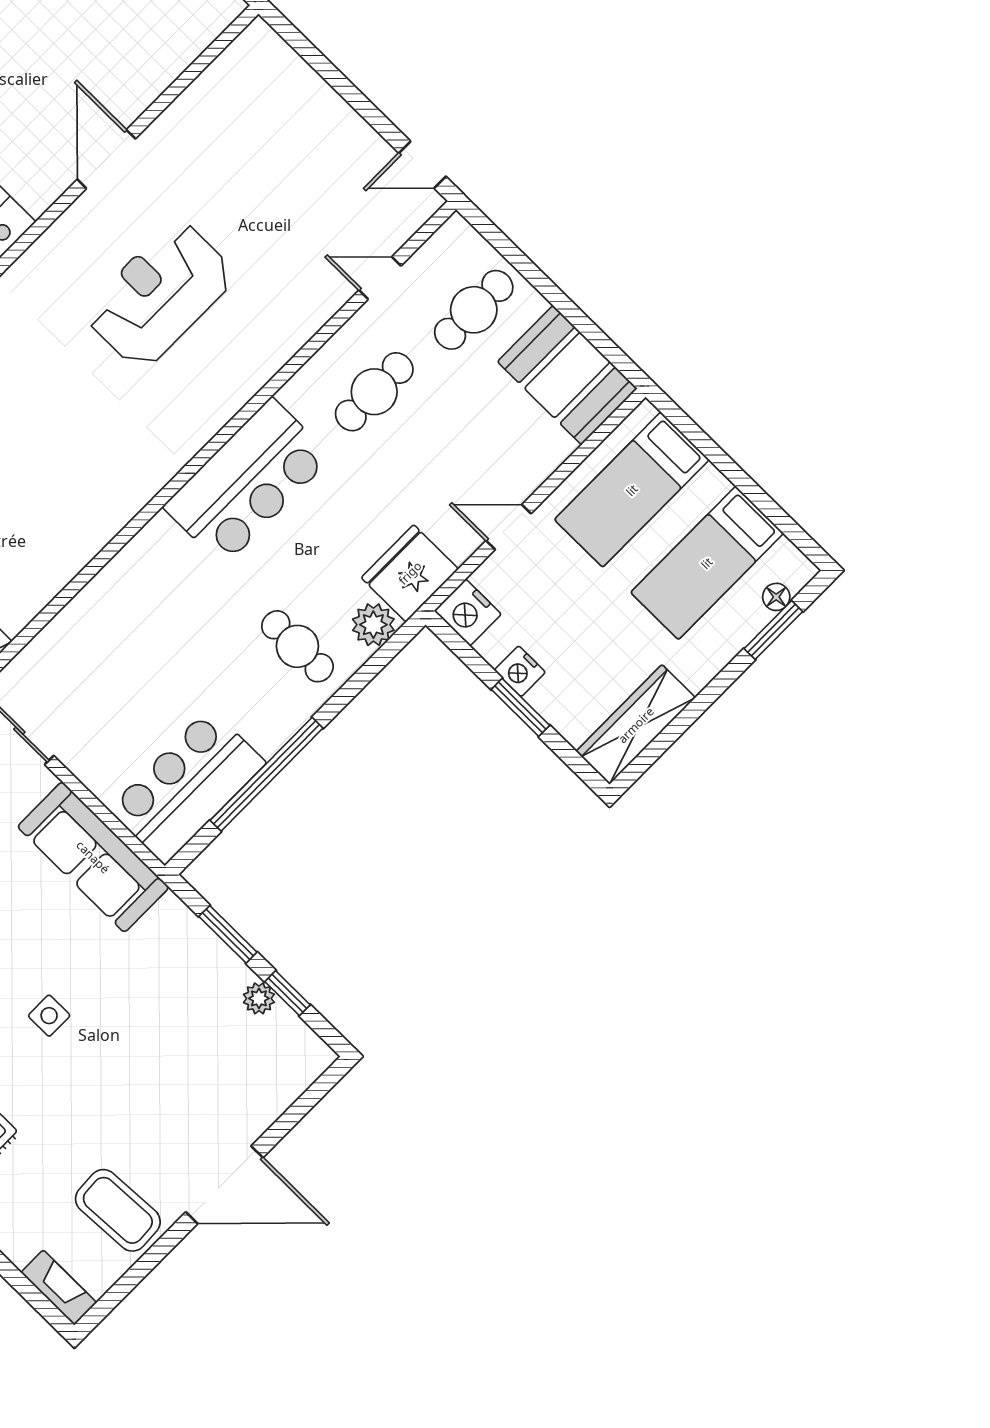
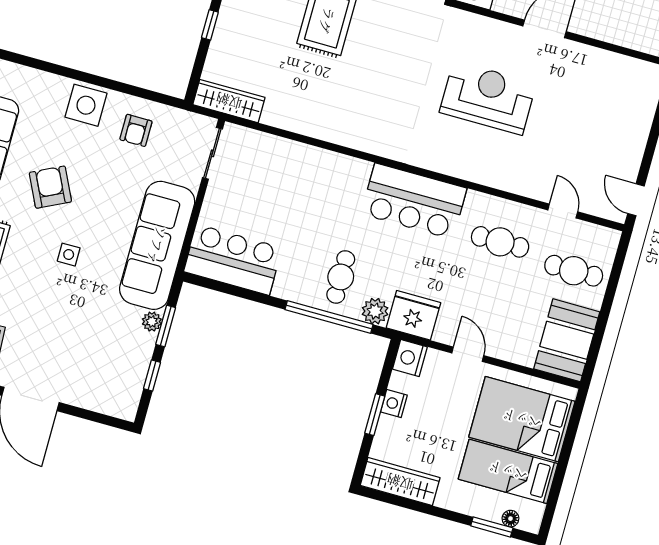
bed: (632, 490) -> (522, 419), width x1.50
window: (267, 774) -> (329, 317), moved
sofa: (93, 857) -> (157, 245), width x1.36, depth x1.27
plant: (259, 998) -> (152, 322), moved

